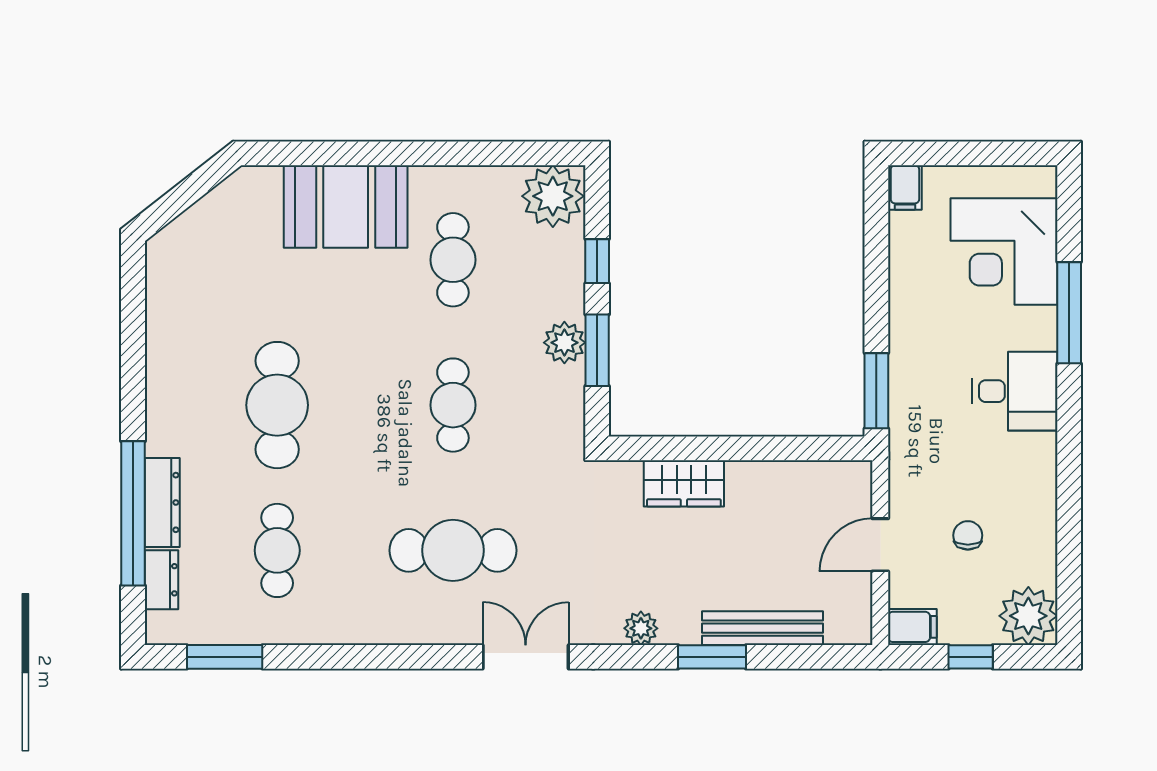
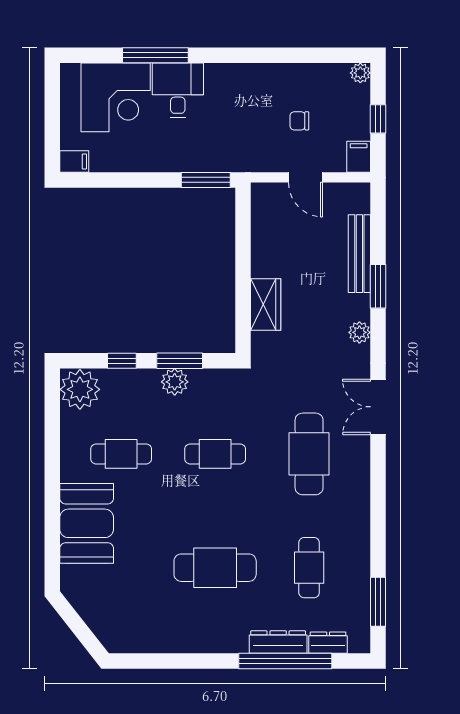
desk: (1015, 391) -> (178, 90), moved
cafe table: (277, 550) -> (309, 568), turned 90
plant: (1028, 616) -> (360, 73), width x0.53, depth x0.53

